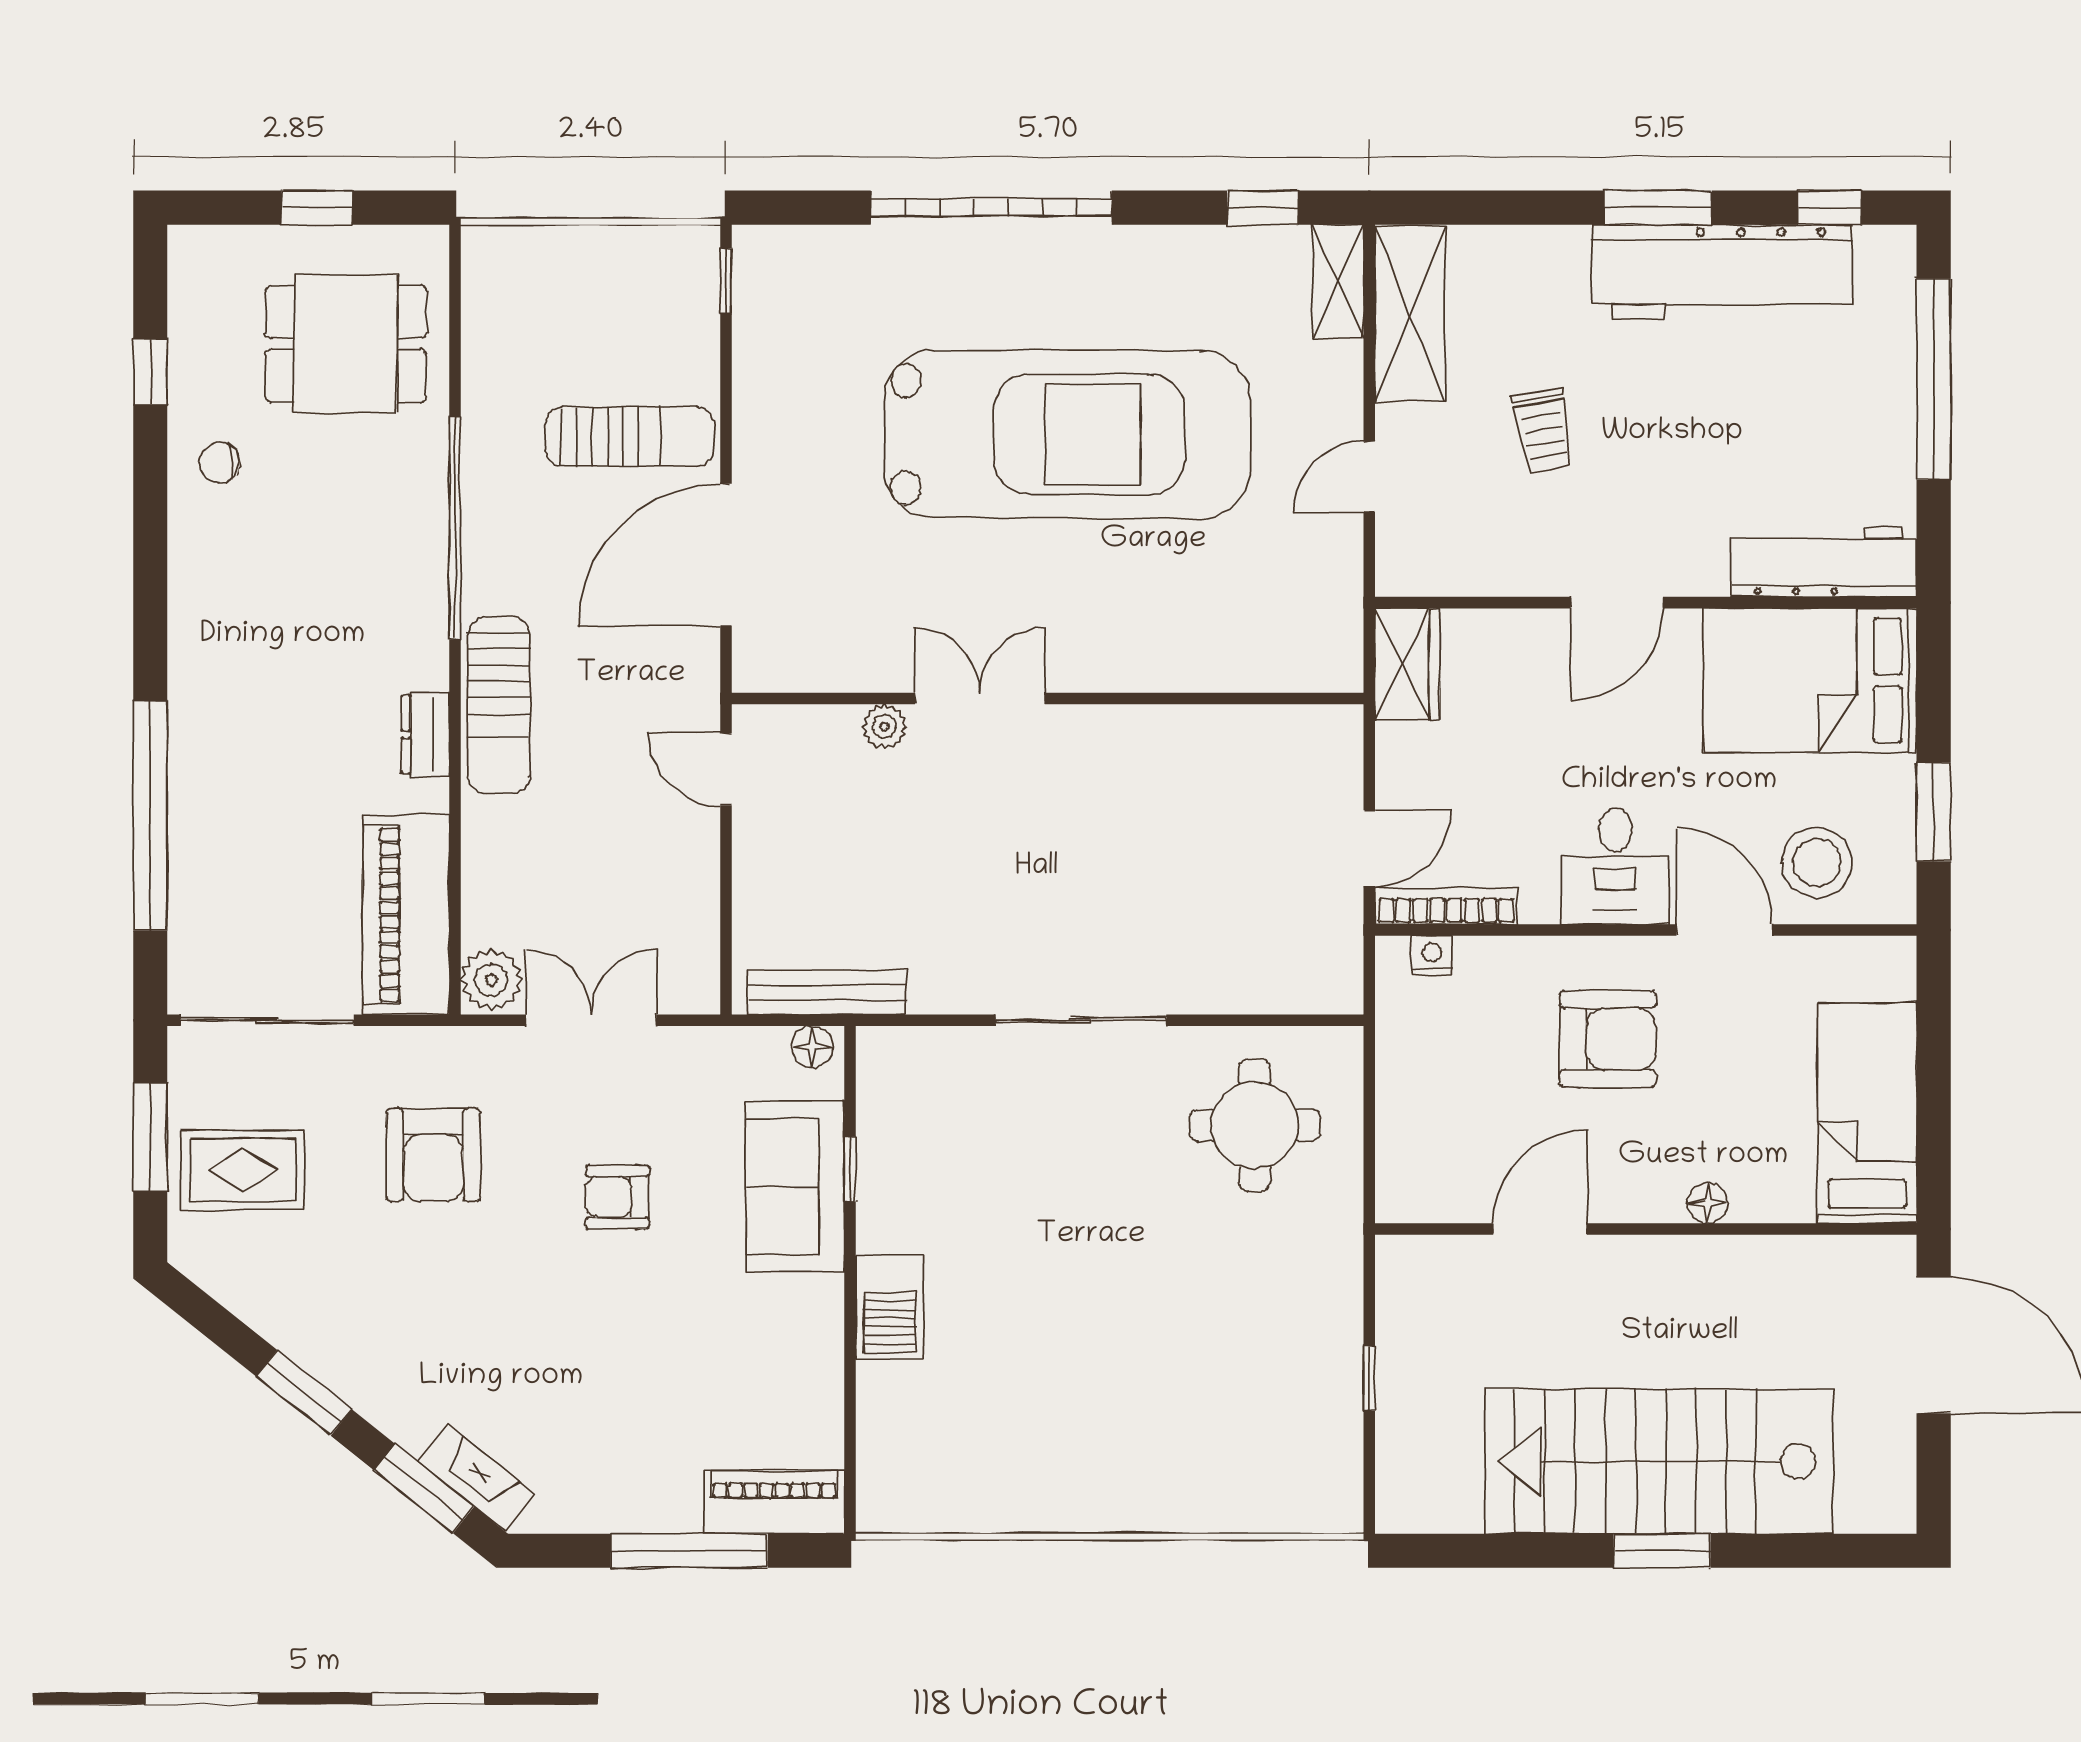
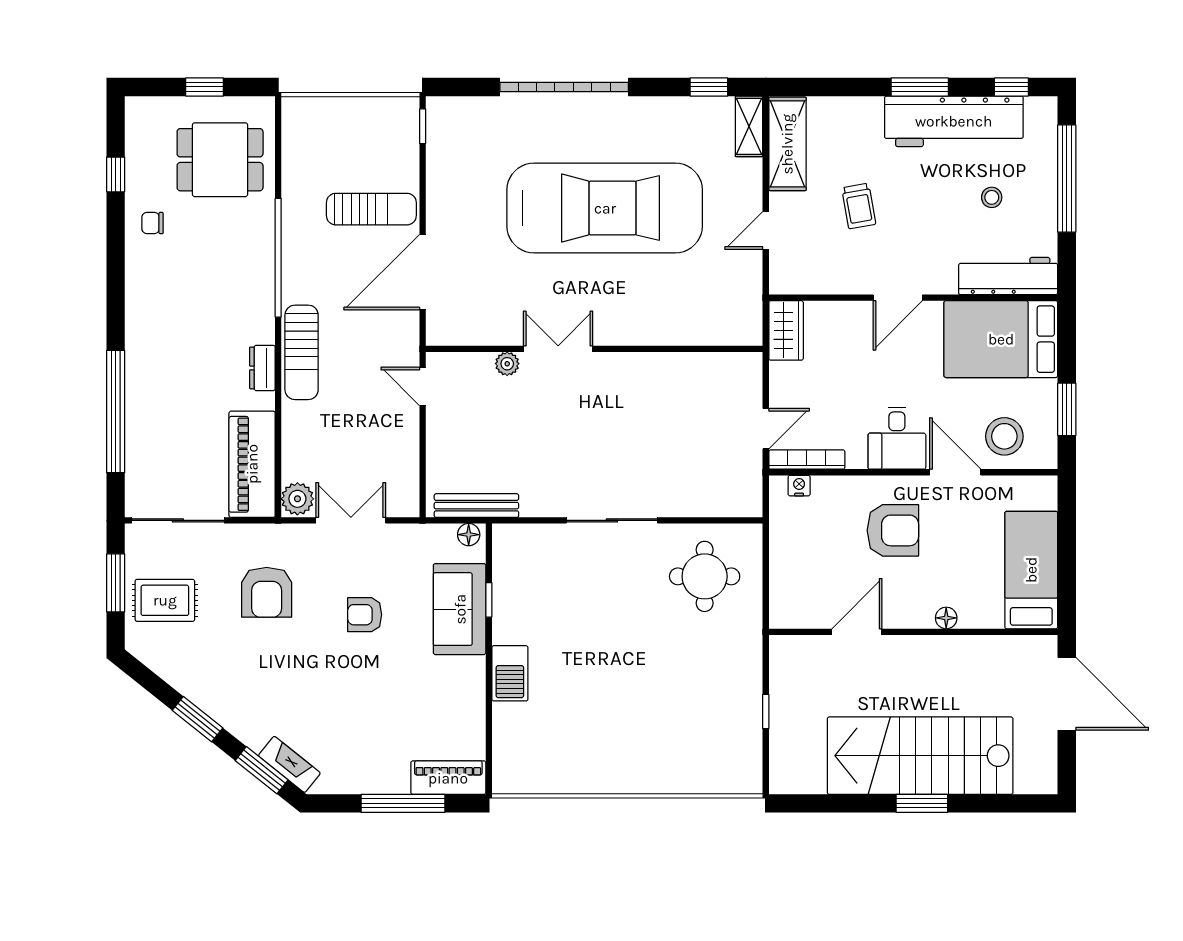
stool: (1793, 414) -> (992, 197), added

